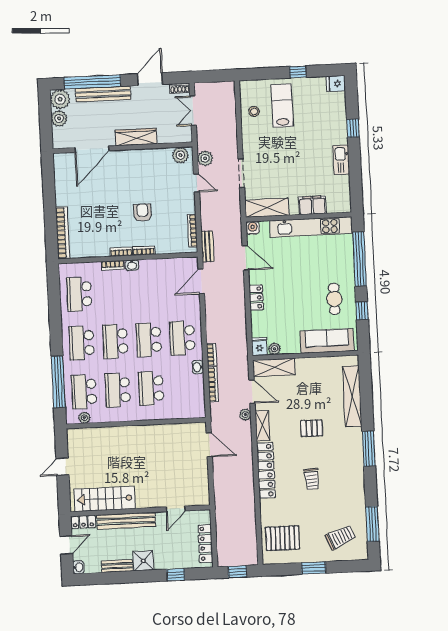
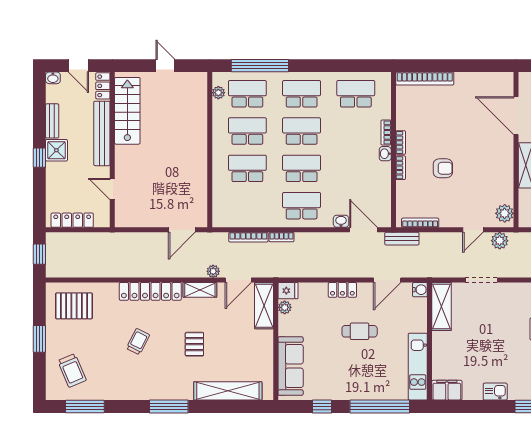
kitchen sink: (341, 160) -> (495, 392), width x0.73
filing cabinet: (312, 205) -> (447, 390), moved, turned -90
kitchen unit: (311, 227) -> (418, 367), width x0.73
cafe table: (334, 299) -> (360, 331), moved
washbasin: (198, 367) -> (341, 221), moved
trolley: (312, 479) -> (138, 342), turned 121
pallet: (282, 538) -> (74, 306), turned 90
window: (176, 575) -> (39, 158), moved

